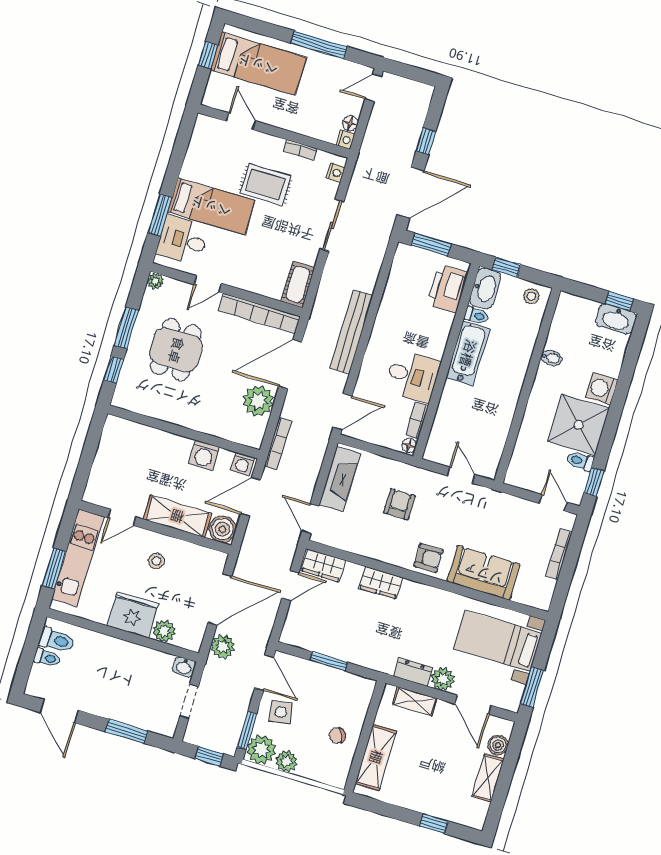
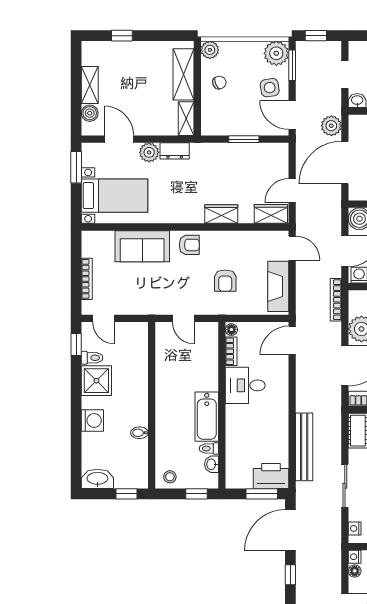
washbasin: (485, 288) -> (212, 464), width x0.52, depth x0.69
printer: (448, 289) -> (271, 476), moved, turned -90
window: (619, 301) -> (127, 494), moved
bench: (351, 332) -> (304, 447), moved
shower: (579, 425) -> (96, 381), width x0.73, depth x0.73
armchair: (428, 558) -> (189, 245), turned 180
shelving: (415, 701) -> (186, 119), moved, turned 90
plant: (286, 761) -> (210, 50), moved

